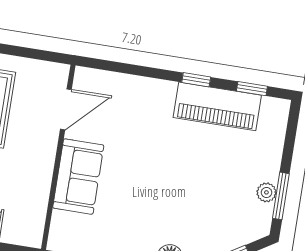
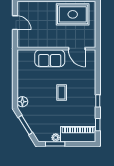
piano: (217, 106) -> (78, 134), moved, turned 90
coffee table: (163, 162) -> (62, 92), added

